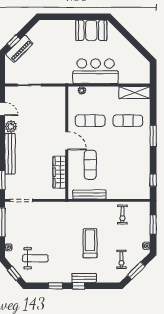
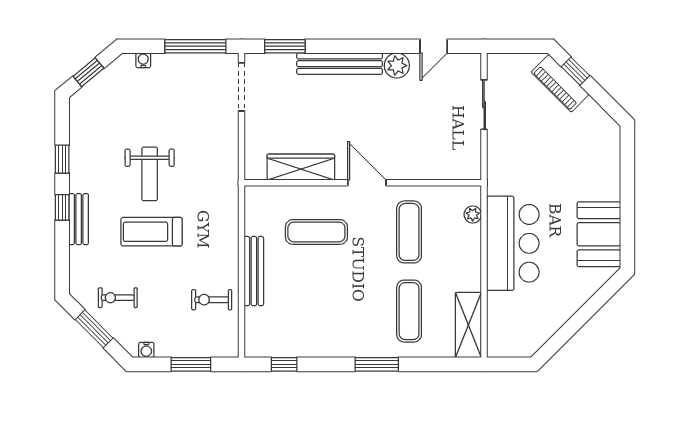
door: (67, 141) -> (367, 183), swing flipped
bench: (89, 195) -> (254, 271), moved
treadmill: (90, 243) -> (152, 232), turned 180
weight bench: (35, 258) -> (150, 174), moved

